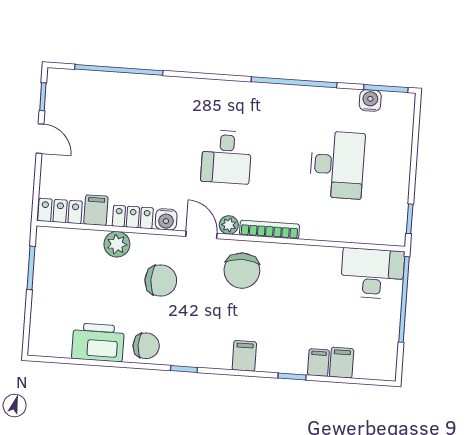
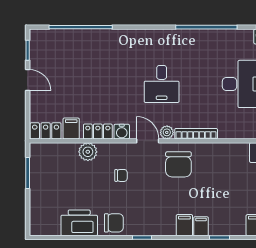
chair: (161, 280) -> (121, 175), width x0.54, depth x0.54
filing cabinet: (318, 363) -> (201, 226), moved

